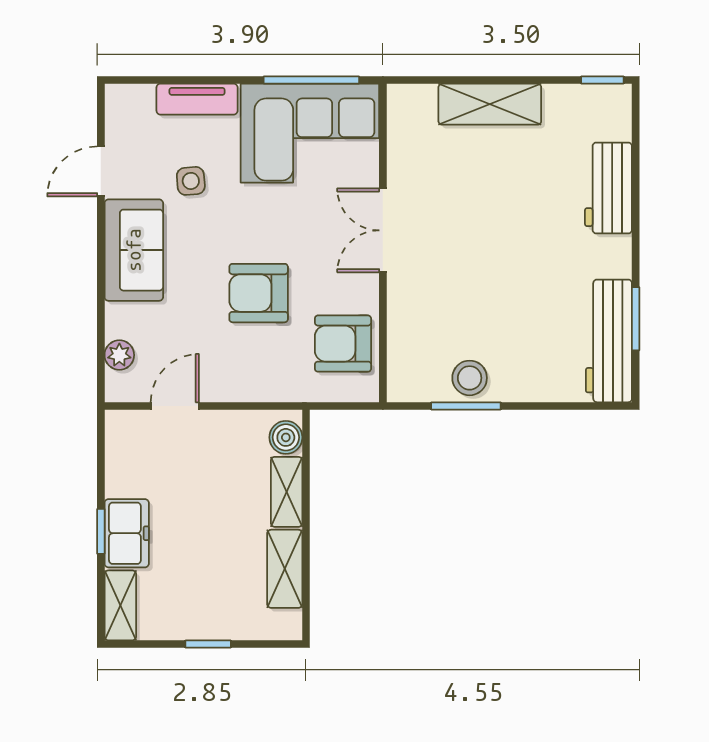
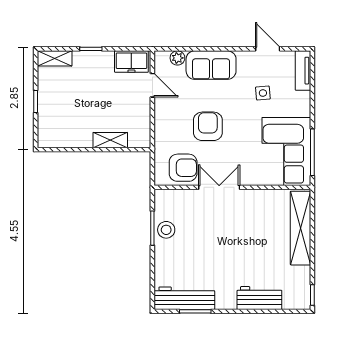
tv unit: (197, 99) -> (303, 71), moved
shelving: (490, 104) -> (301, 228), width x1.47
double door: (383, 230) -> (219, 187), moved
sofa: (134, 250) -> (211, 65), moved
armchair: (343, 344) -> (183, 168), turned 90
boiler: (286, 437) -> (137, 140), removed
freezer: (127, 533) -> (131, 62), moved
shelving: (285, 569) -> (73, 139), removed

